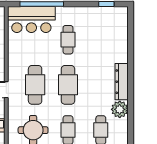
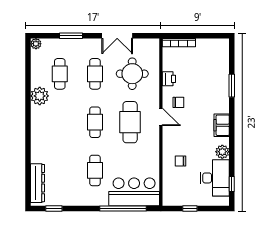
dresser: (122, 82) -> (37, 183), moved
cafe table: (68, 85) -> (95, 122), width x0.73, depth x0.74

